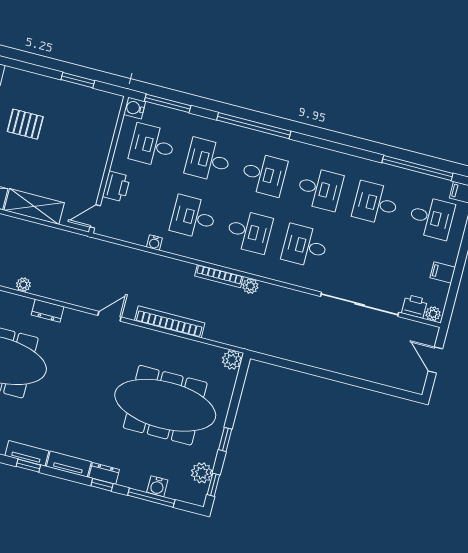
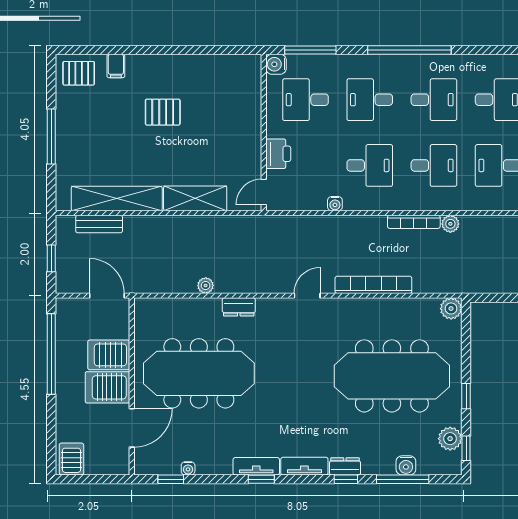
window: (78, 80) -> (207, 50), removed
desk: (193, 217) -> (370, 165), turned 180

